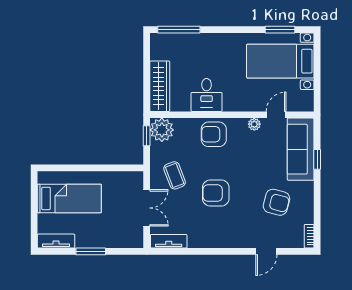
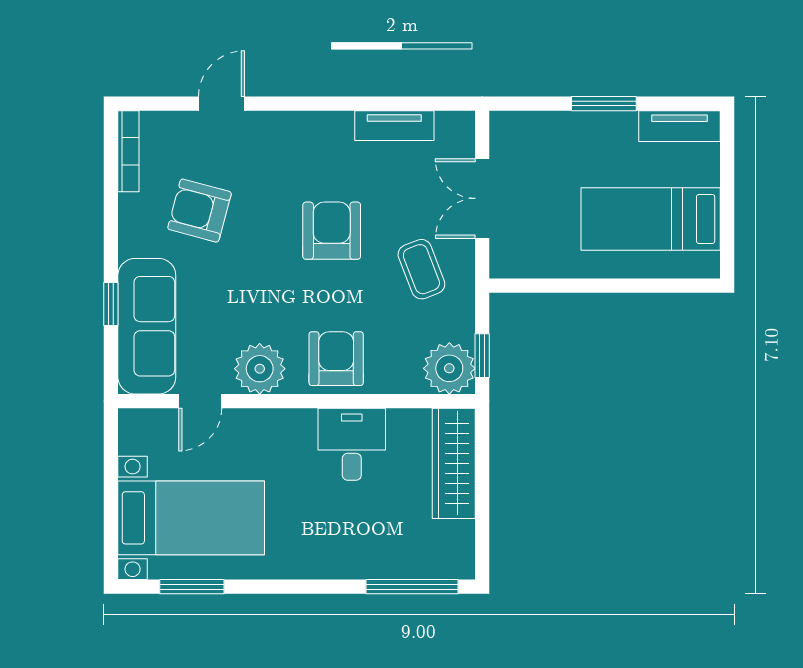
plant: (254, 124) -> (260, 369), width x1.88, depth x1.88
armchair: (214, 134) -> (336, 359), turned -90
armchair: (216, 193) -> (332, 231), turned -90
bookcase: (309, 236) -> (128, 151), width x1.56
tv unit: (169, 241) -> (394, 126), moved

